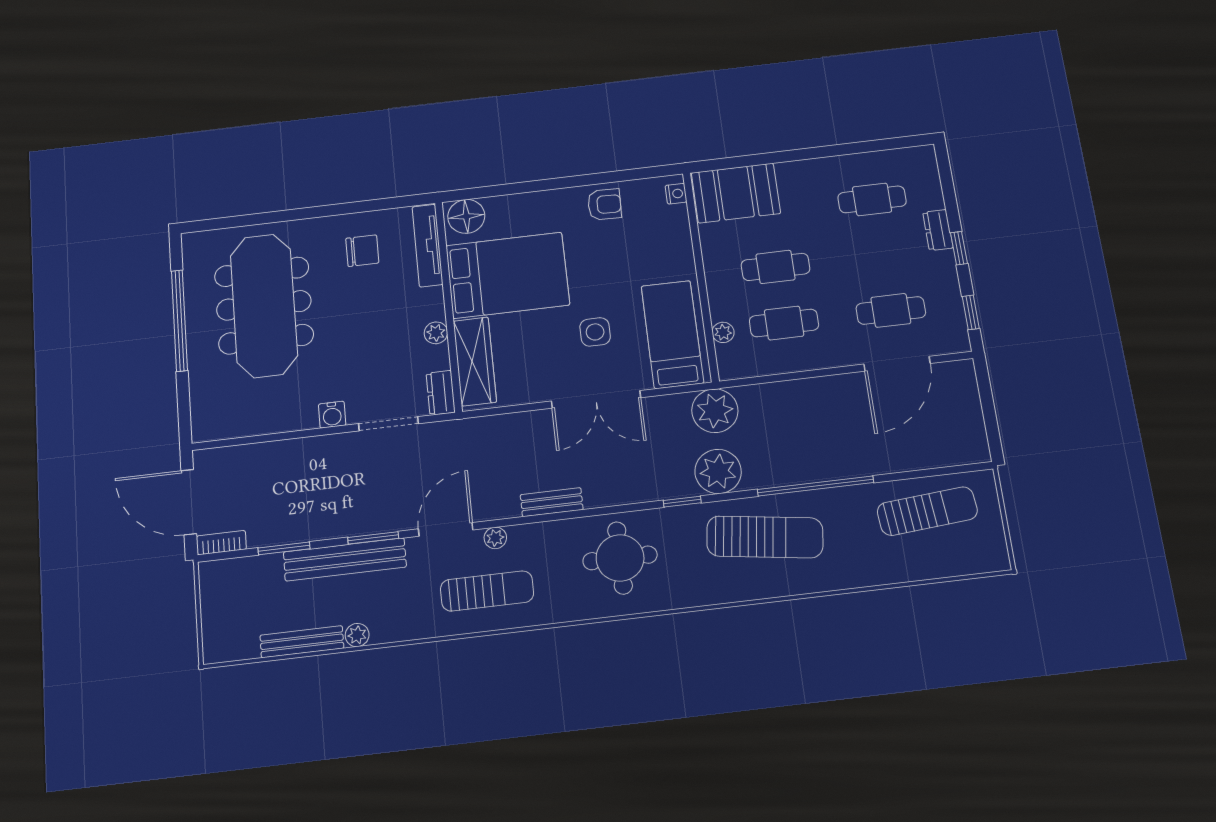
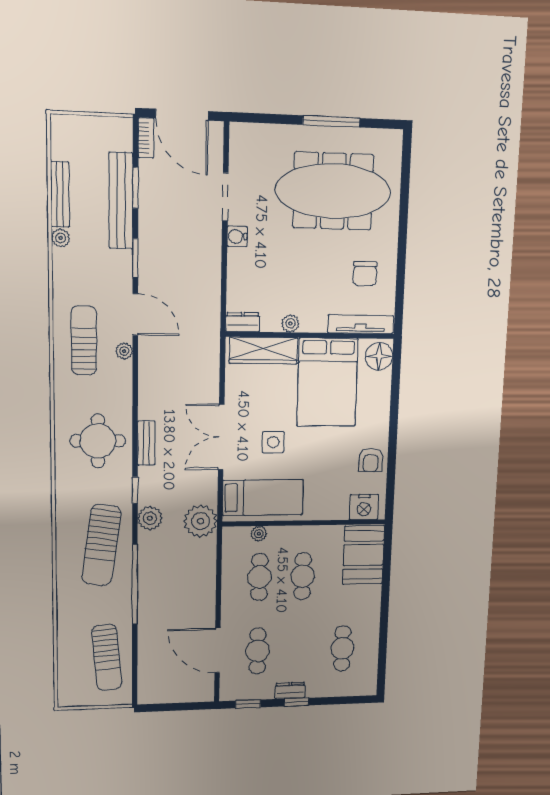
nightstand: (676, 194) -> (364, 507), width x1.89, depth x1.79
dresser: (938, 230) -> (290, 691), moved
window: (179, 320) -> (331, 121), width x0.68
doorway: (389, 424) -> (225, 197), moved
plant: (718, 471) -> (150, 518), width x0.73, depth x0.73
door: (189, 502) -> (182, 115), swing flipped
bench: (552, 502) -> (146, 443), moved
bench: (345, 559) -> (121, 201), moved
sun lounger: (487, 591) -> (84, 340), turned 180

